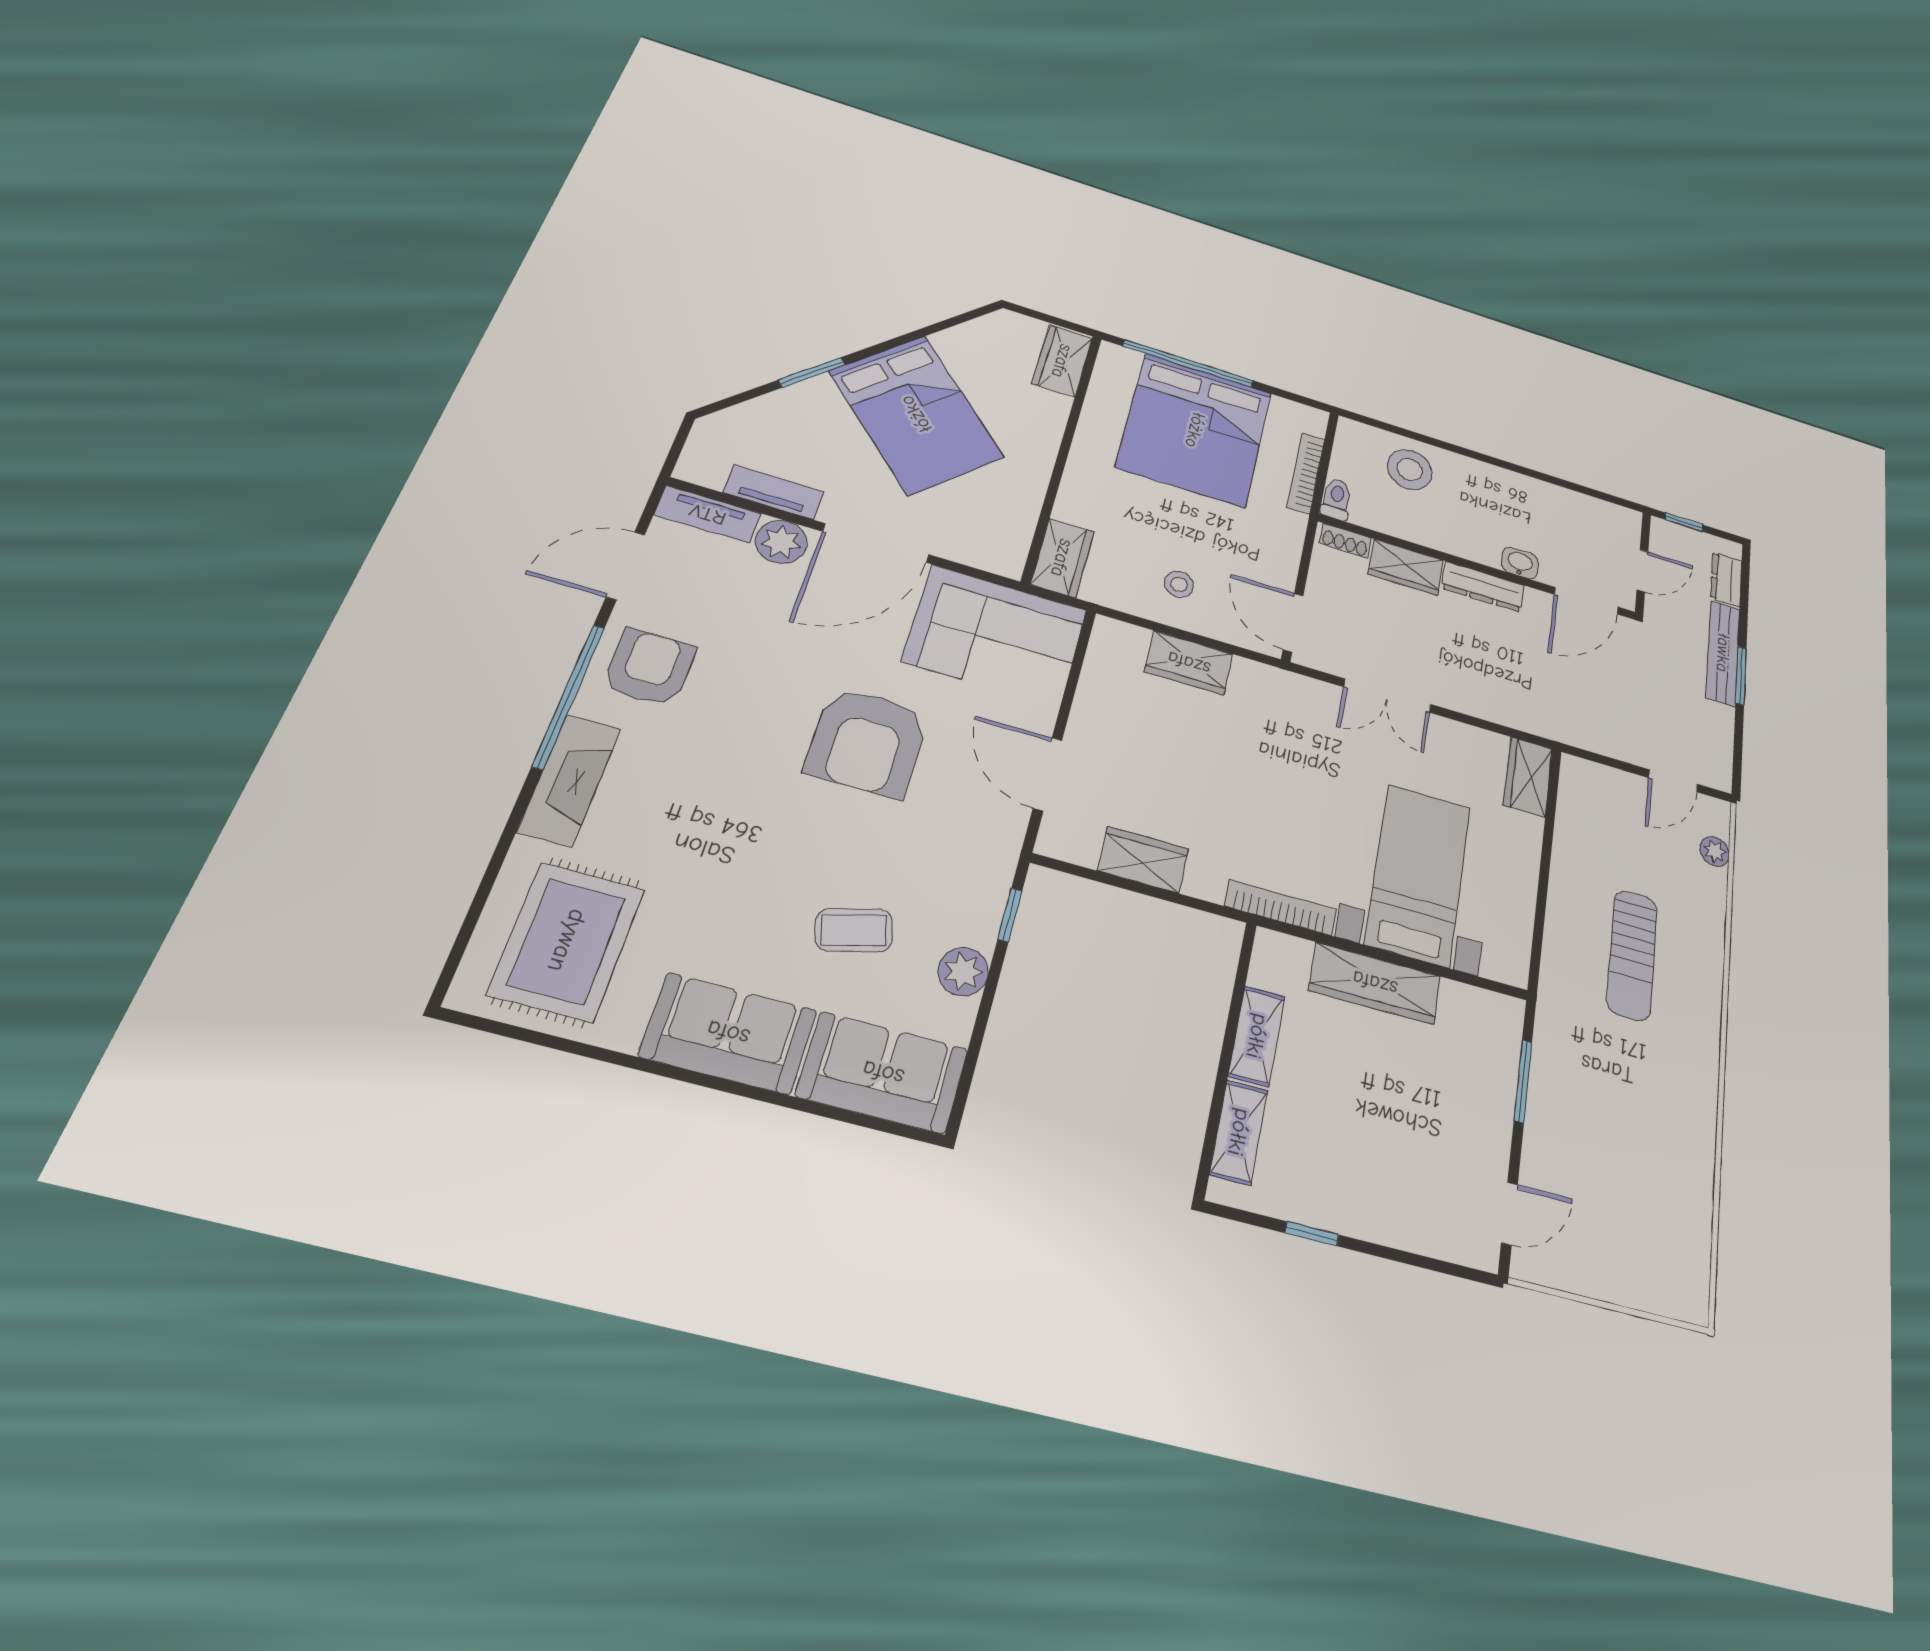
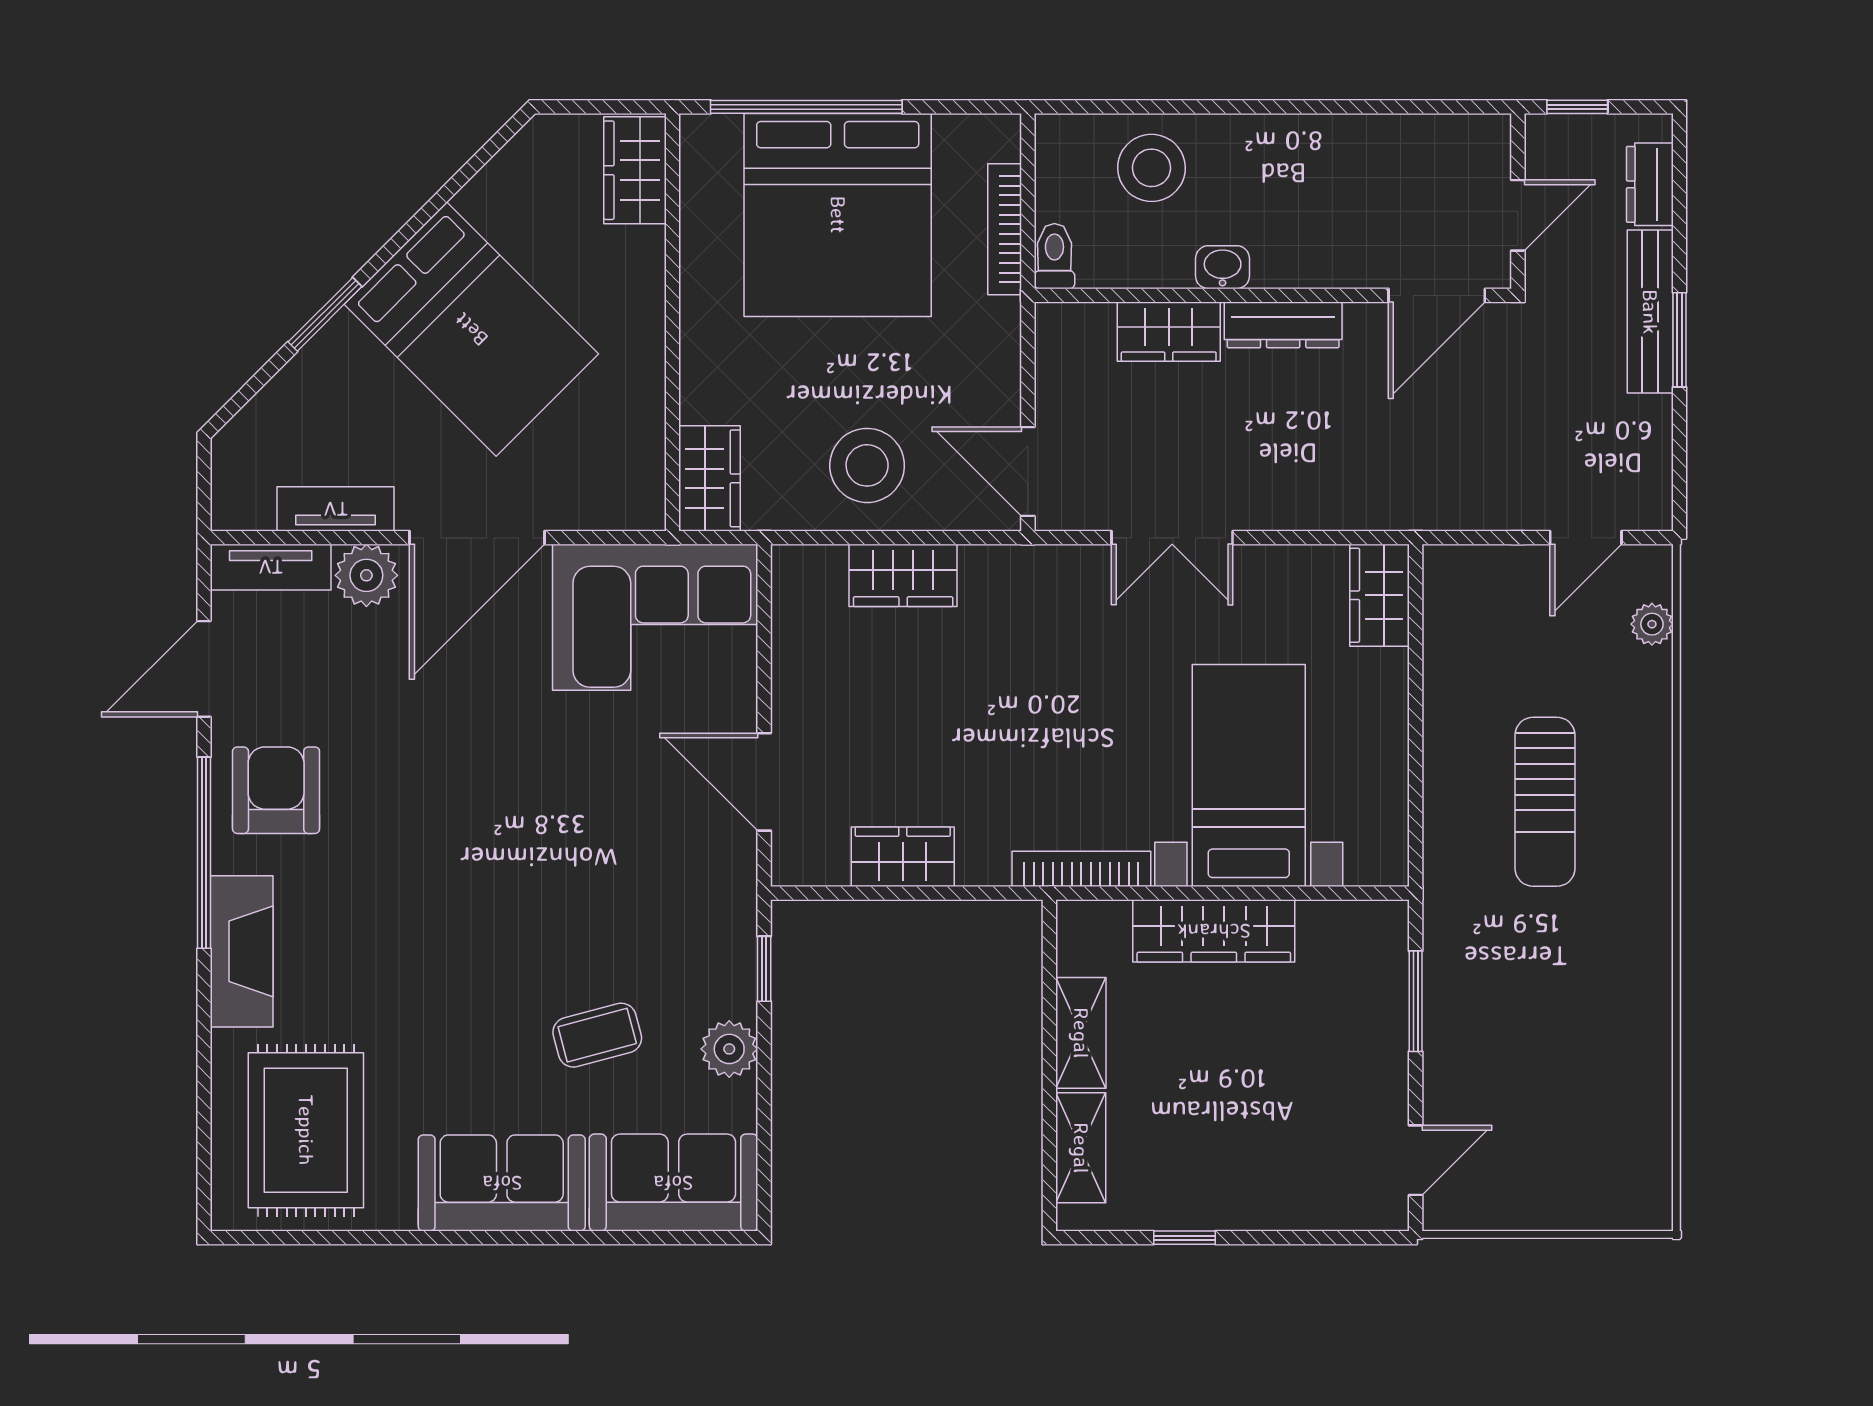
shoe rack: (1345, 541) -> (1078, 319), removed
washbasin: (1520, 563) -> (1223, 267), moved
stool: (1179, 584) -> (867, 465), width x1.89, depth x1.89
armchair: (867, 742) -> (545, 806), removed

